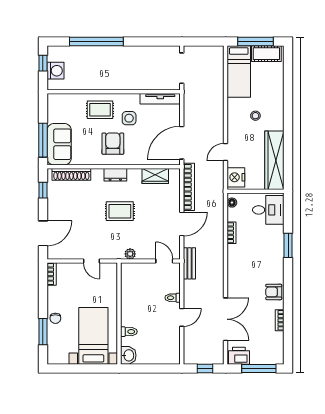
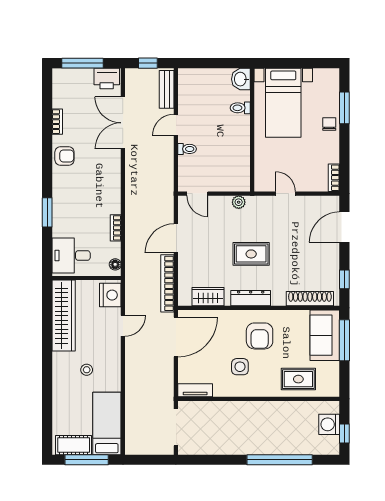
tv unit: (160, 99) -> (195, 390), width x0.71
rug: (100, 110) -> (298, 379), moved
dresser: (115, 175) -> (251, 298), width x1.44
bench: (189, 263) -> (167, 89), moved

